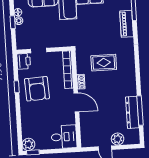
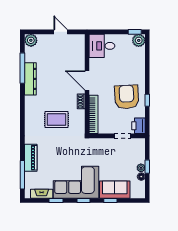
dresser: (132, 112) -> (30, 79), moved
plant: (118, 139) -> (31, 40), moved

